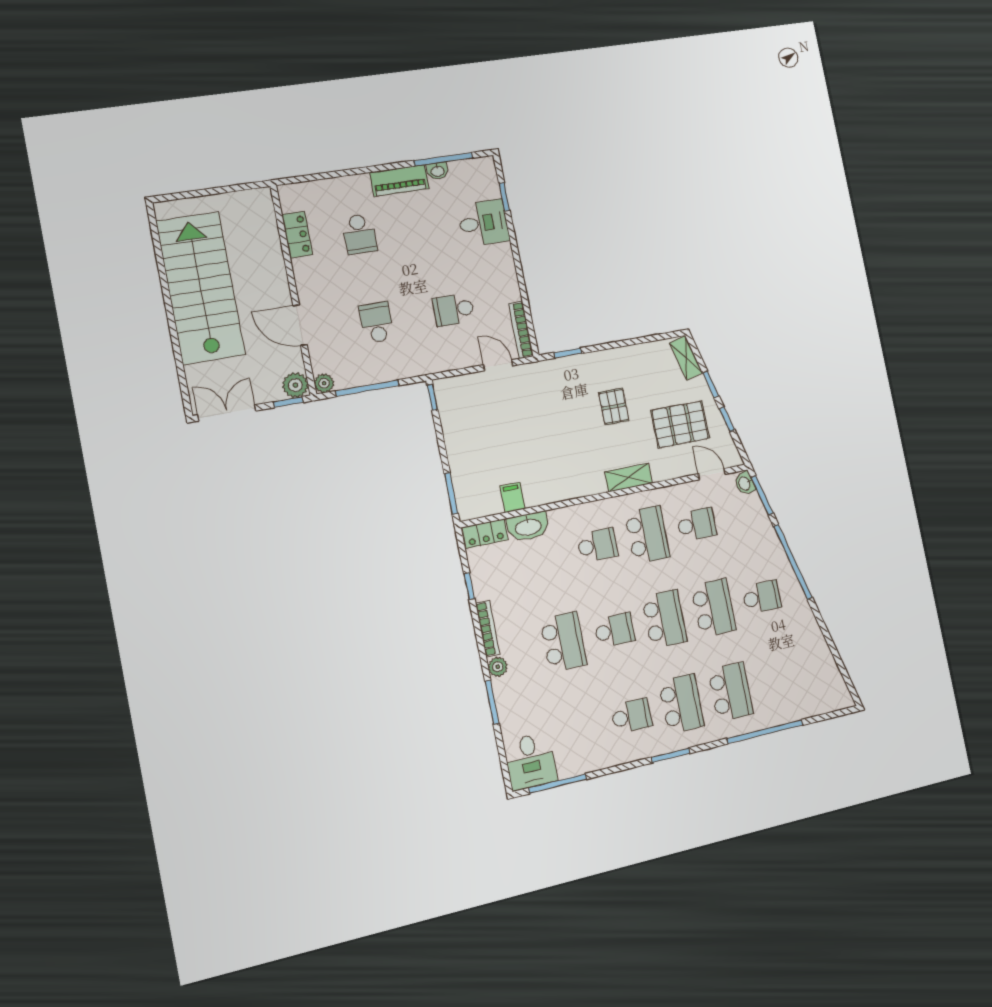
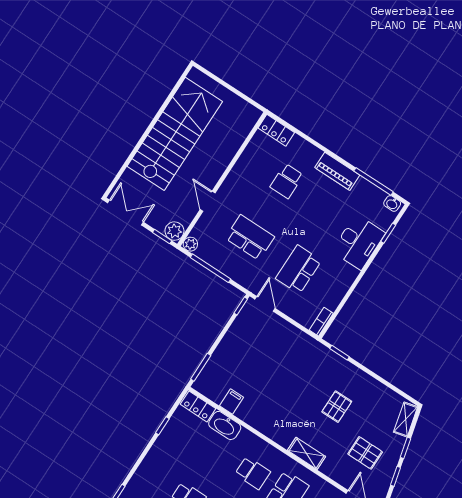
washbasin: (438, 171) -> (392, 204), moved
desk: (483, 223) -> (359, 242), width x1.37
locker: (297, 235) -> (276, 130), moved, turned 90
school desk: (454, 310) -> (299, 269), width x1.85
school desk: (377, 322) -> (250, 238), width x1.85
door: (300, 325) -> (208, 201), width x0.73
bookcase: (521, 330) -> (321, 322), width x0.64
door: (498, 365) -> (265, 304), moved
pallet: (680, 424) -> (365, 453), width x0.67, depth x0.71
bookcase: (488, 629) -> (150, 458), removed
plant: (498, 667) -> (136, 483), removed

